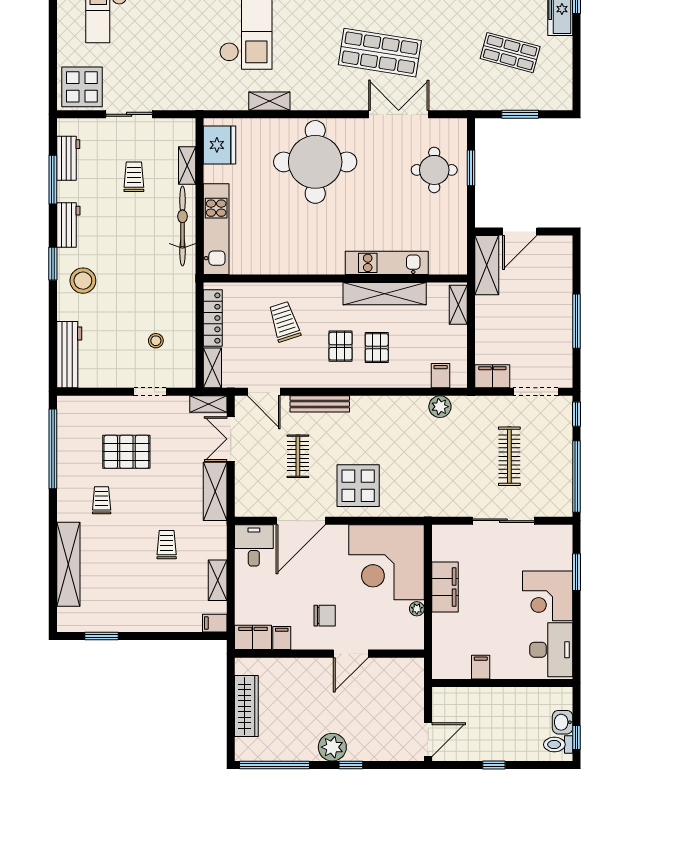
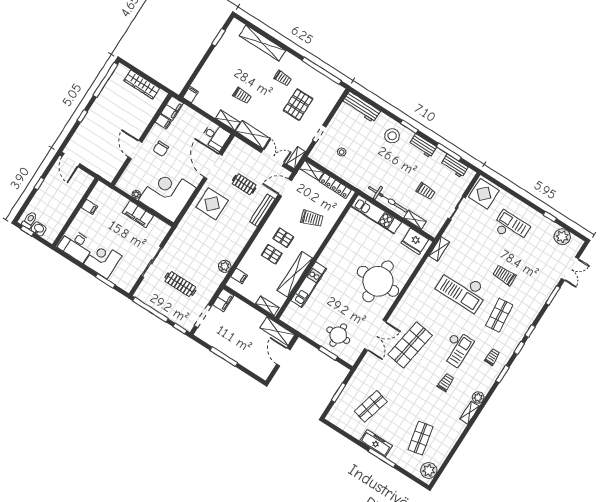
shelving: (269, 101) -> (439, 249), moved
shelving: (218, 580) -> (228, 120), moved
plant: (332, 747) -> (96, 113), removed

